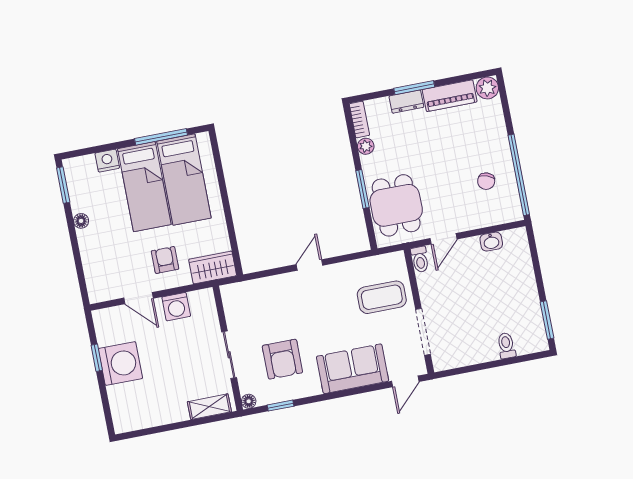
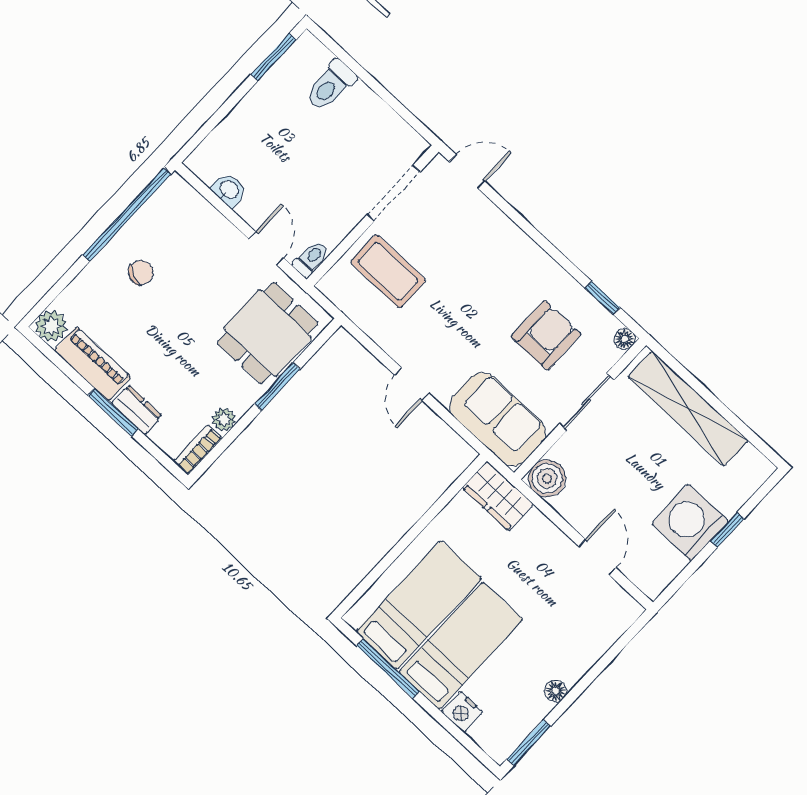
chair: (486, 181) -> (141, 273), moved
door: (444, 239) -> (266, 248), hinge flipped
armchair: (165, 260) -> (530, 559), removed
door: (309, 265) -> (412, 384), hinge flipped
boiler: (203, 302) -> (547, 478), added
washing machine: (176, 307) -> (575, 505), removed
toilet: (506, 346) -> (331, 85), width x1.37, depth x1.39
window: (97, 358) -> (727, 530), moved
sofa: (353, 369) -> (498, 419), moved, turned 180
shelving: (209, 407) -> (688, 408), width x2.20, depth x1.33

